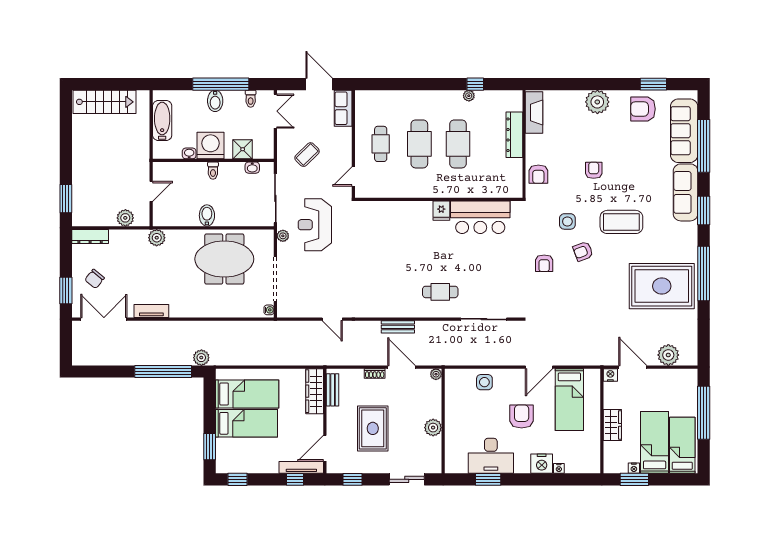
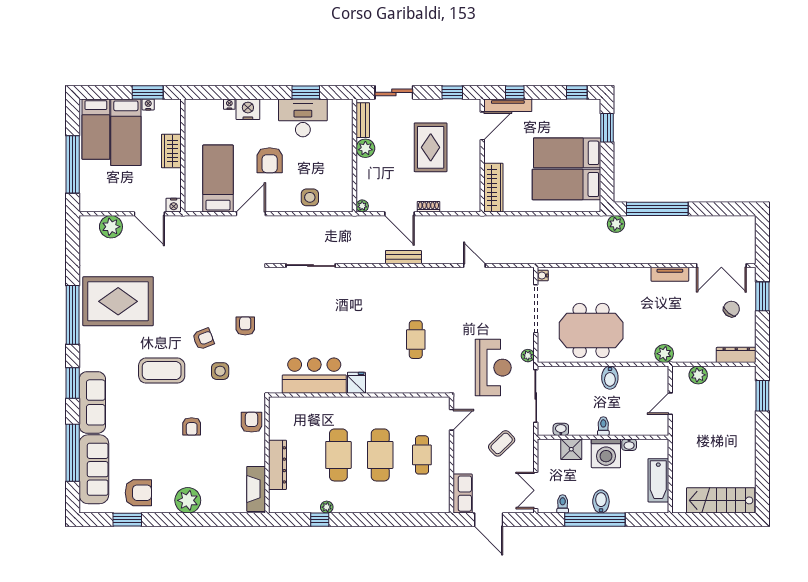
cafe table: (440, 292) -> (416, 340), moved, turned 90
bench: (333, 390) -> (363, 120), moved

